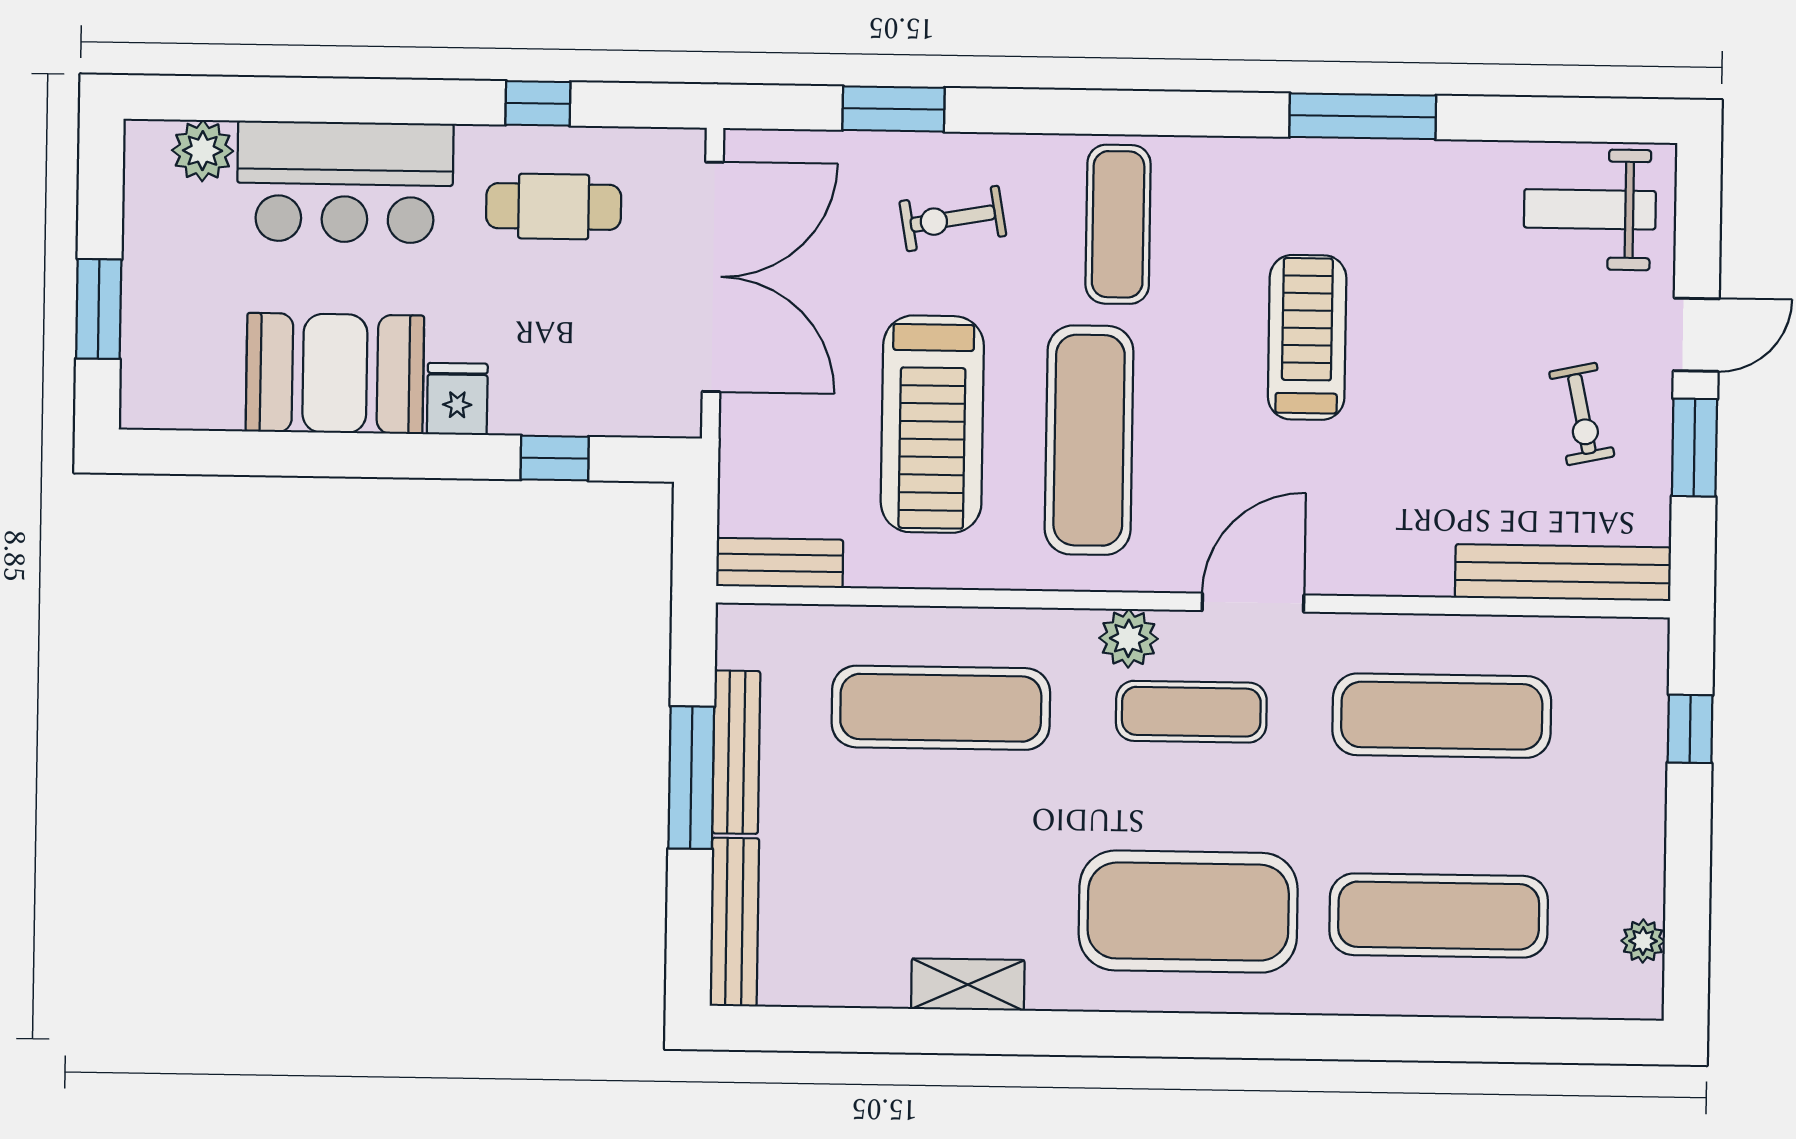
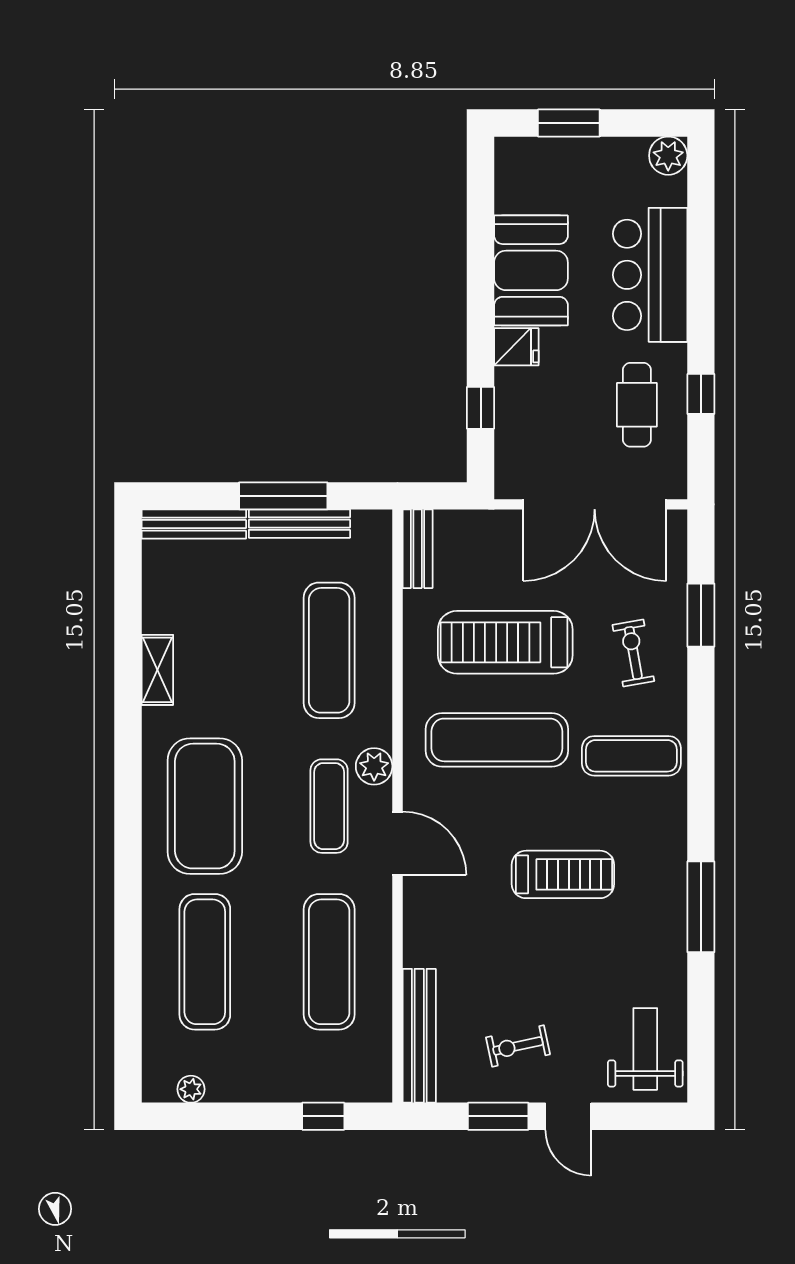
plant: (203, 151) -> (668, 156), moved

